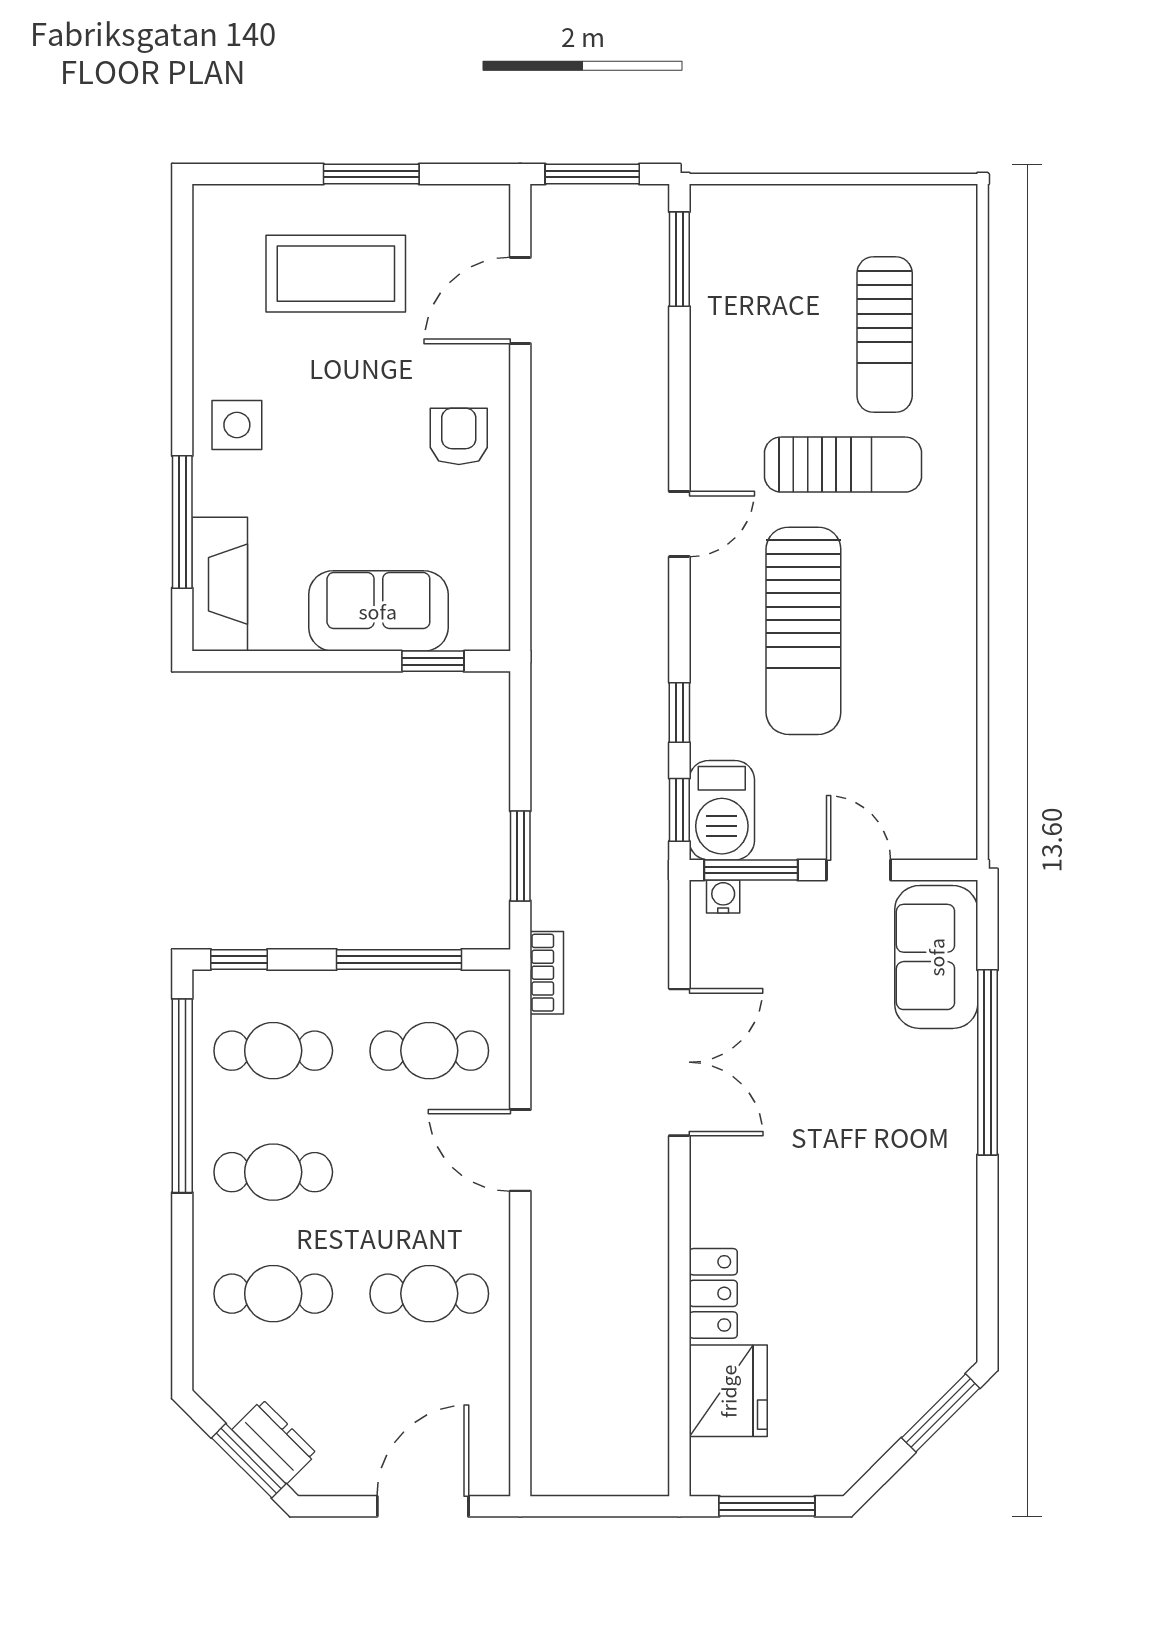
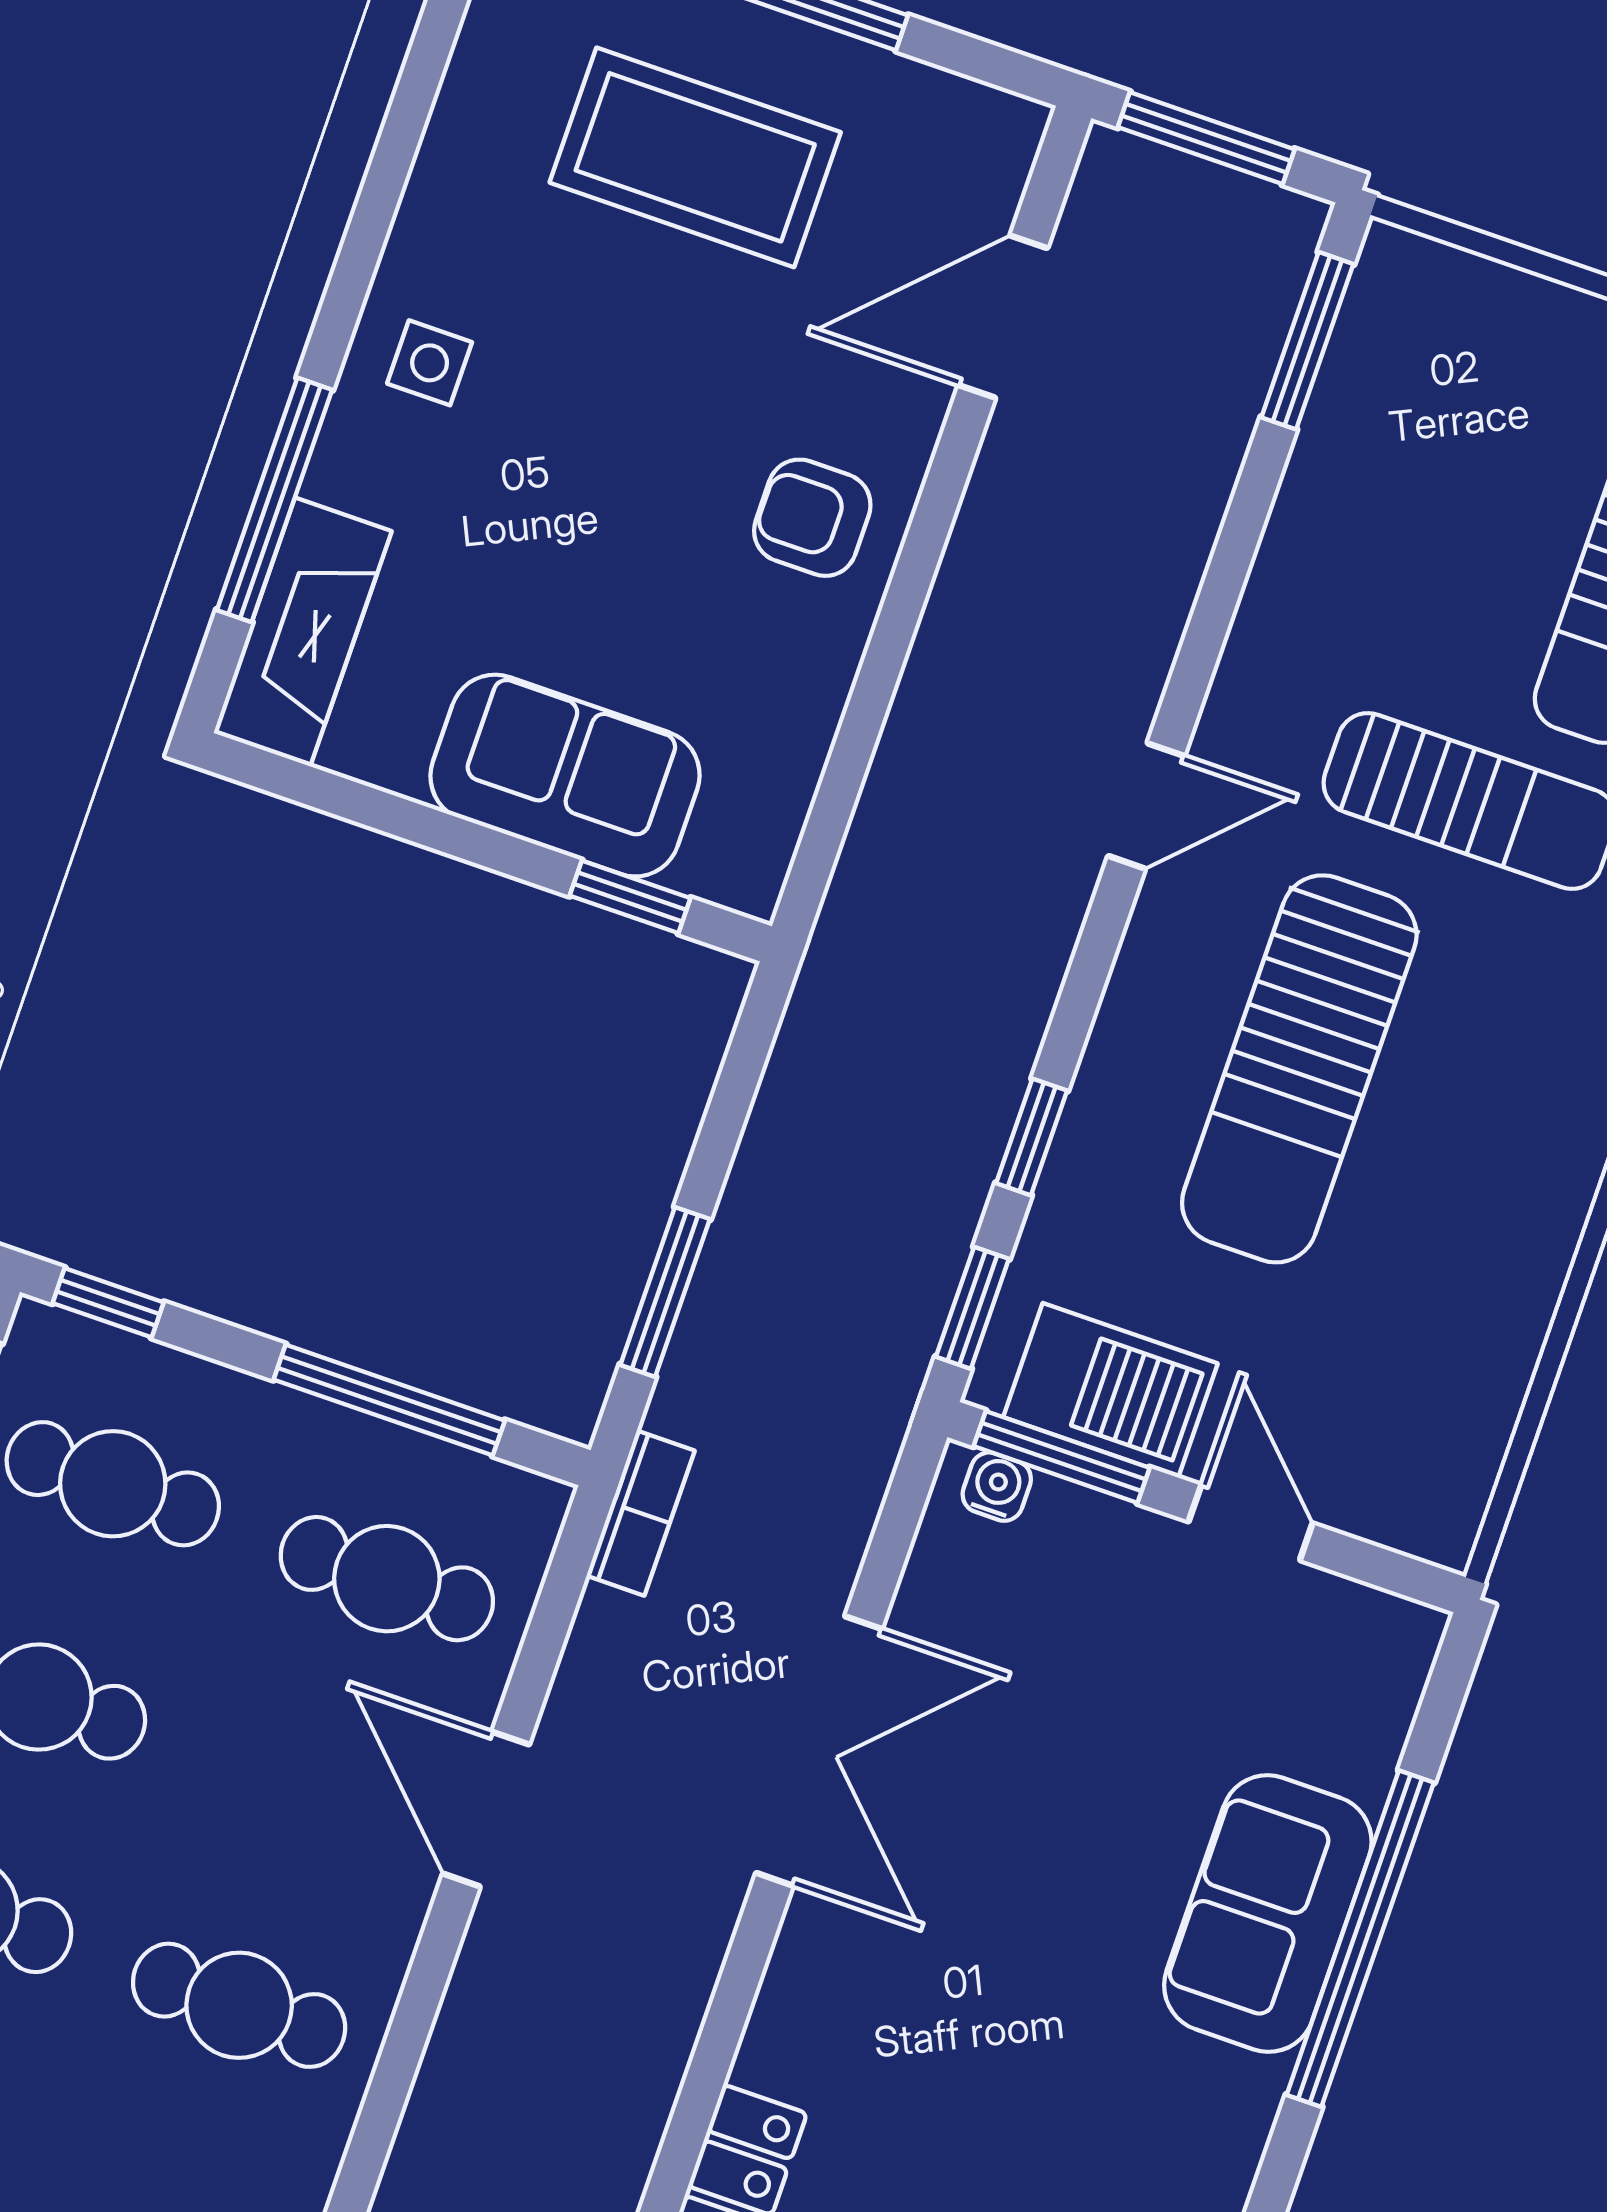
side table: (237, 425) -> (430, 363), width x0.73, depth x0.73
armchair: (459, 436) -> (812, 518), turned -90
barbecue: (722, 810) -> (1110, 1390), moved, turned -90
sofa: (936, 957) -> (1268, 1914), moved

